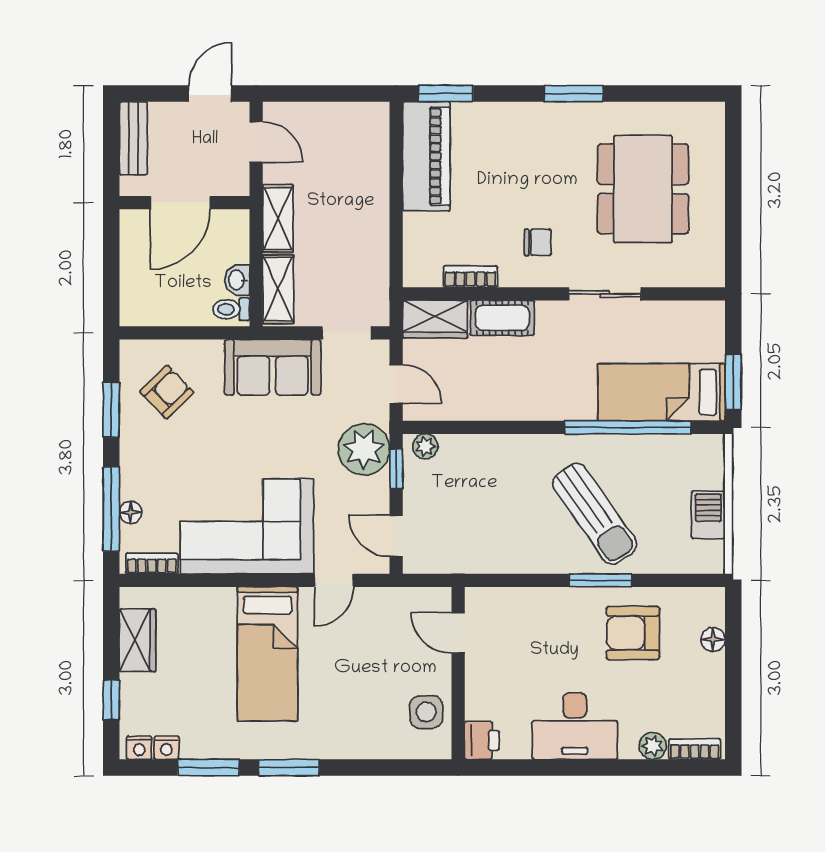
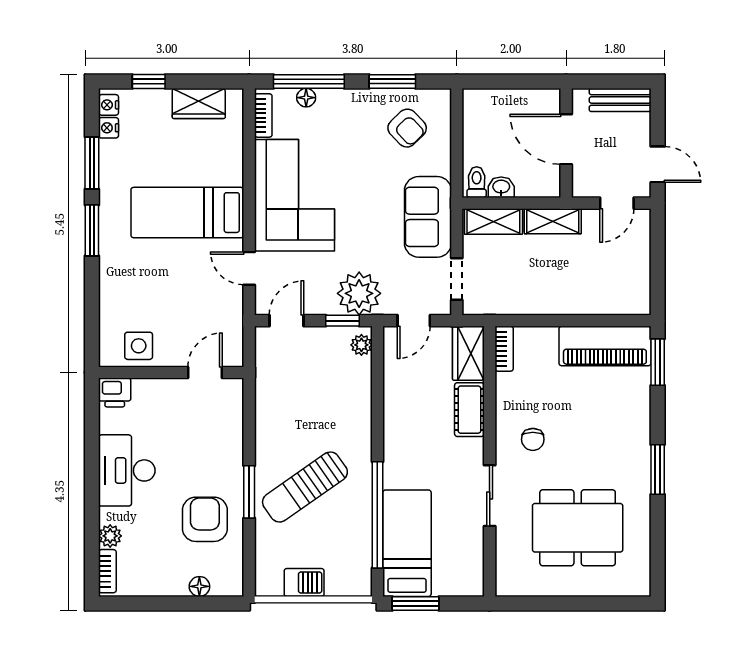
bookcase: (470, 277) -> (504, 349), moved

